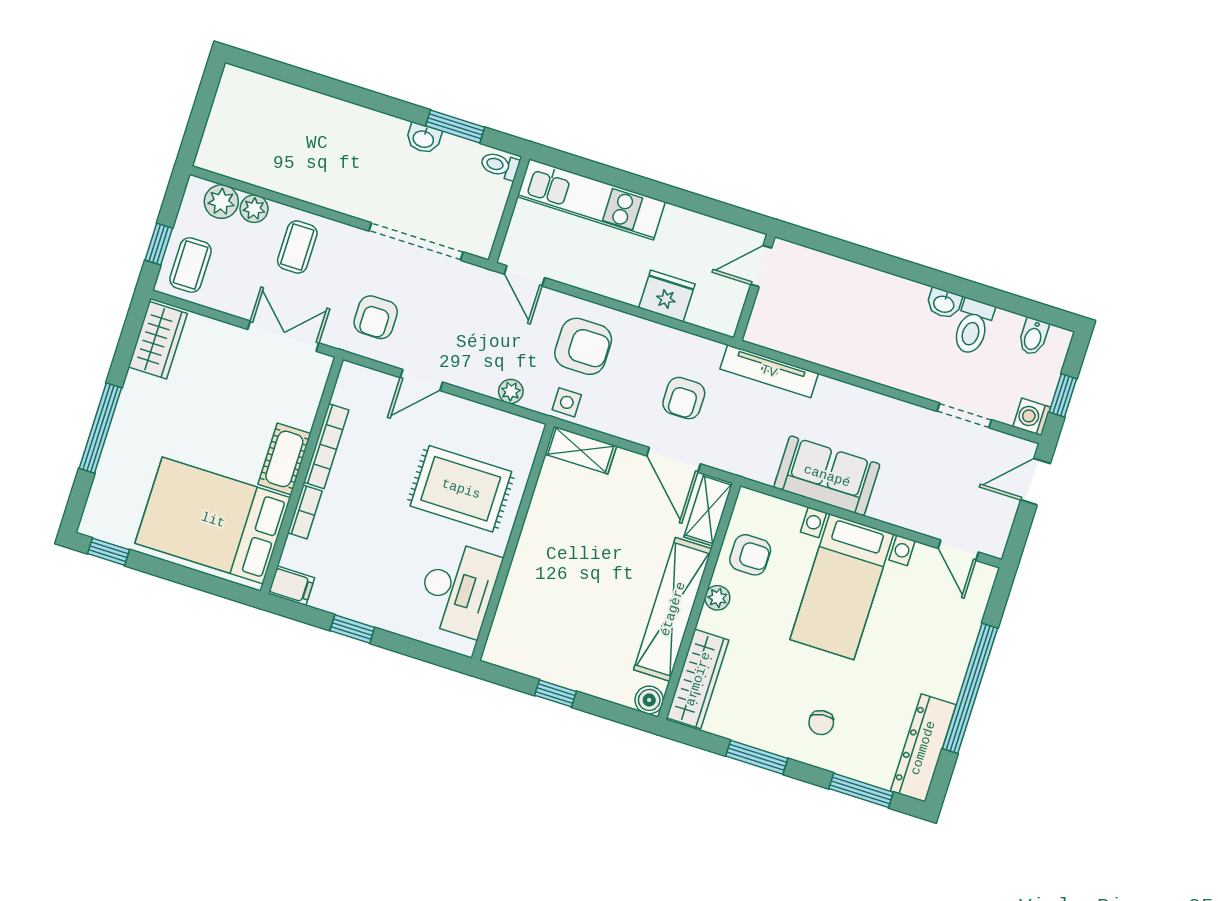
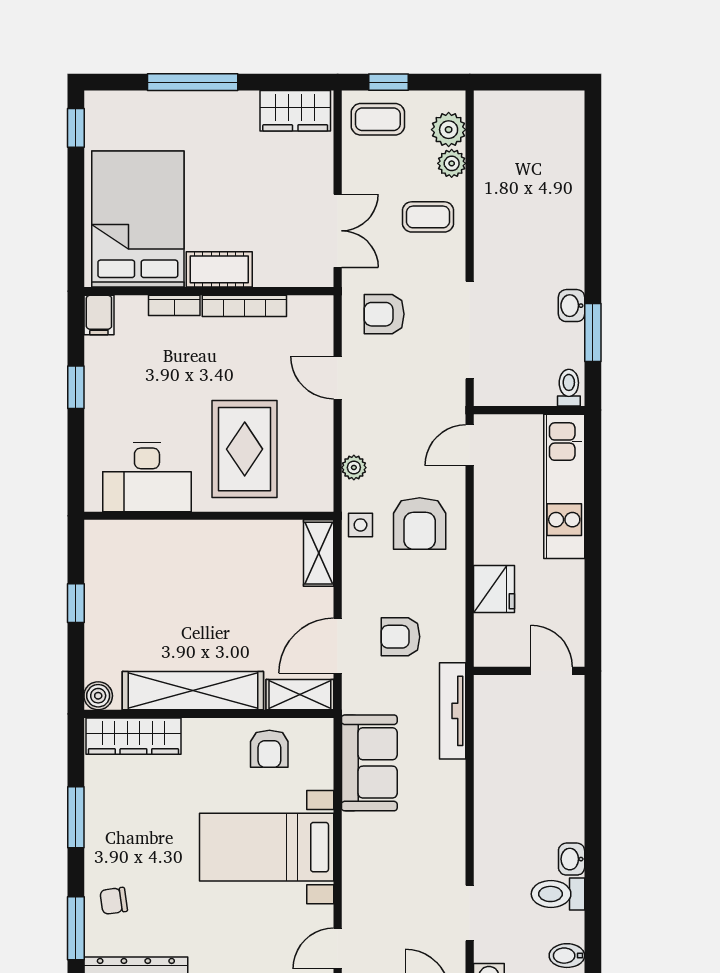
sofa: (827, 476) -> (369, 763), moved
plant: (717, 598) -> (218, 730), removed
chair: (821, 723) -> (114, 901), moved

